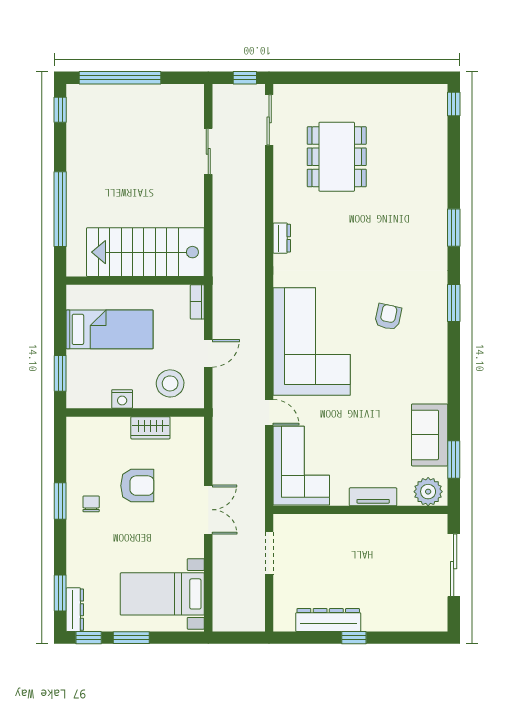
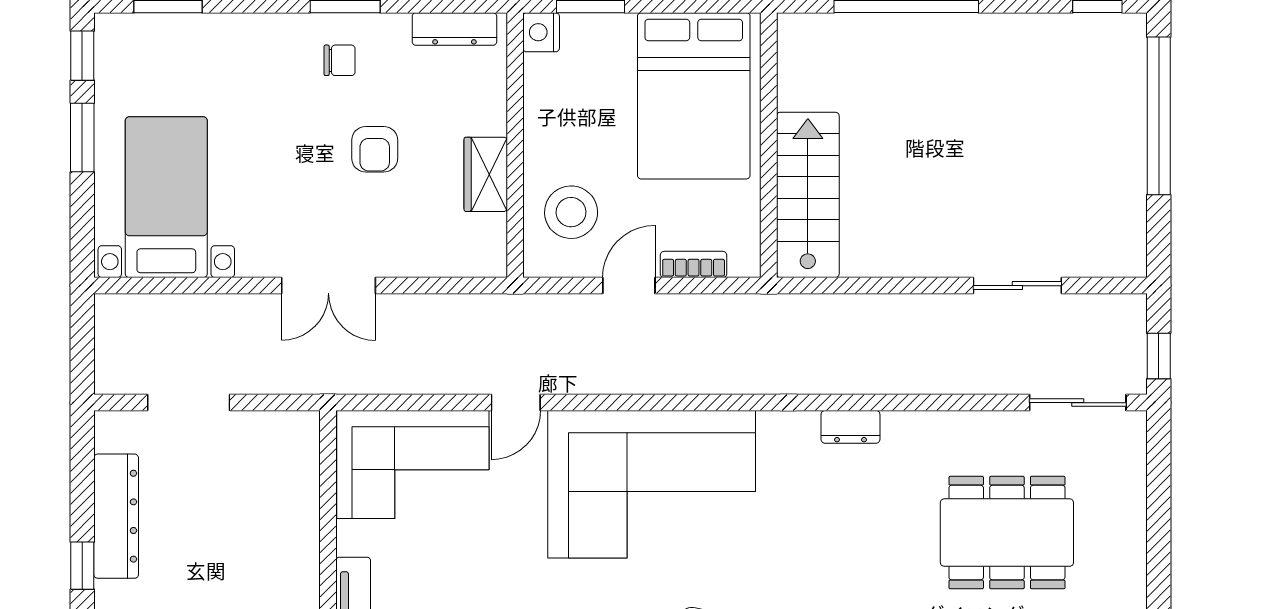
stairs: (145, 252) -> (808, 195), width x0.73, depth x0.66
bookcase: (197, 302) -> (694, 264), moved
bed: (110, 329) -> (694, 96), width x1.50
door: (208, 353) -> (629, 286), swing flipped
nightstand: (122, 399) -> (541, 32), moved
armchair: (137, 486) -> (375, 149), width x0.72, depth x0.72
doorway: (269, 553) -> (189, 403), moved
dresser: (75, 610) -> (454, 29), moved

